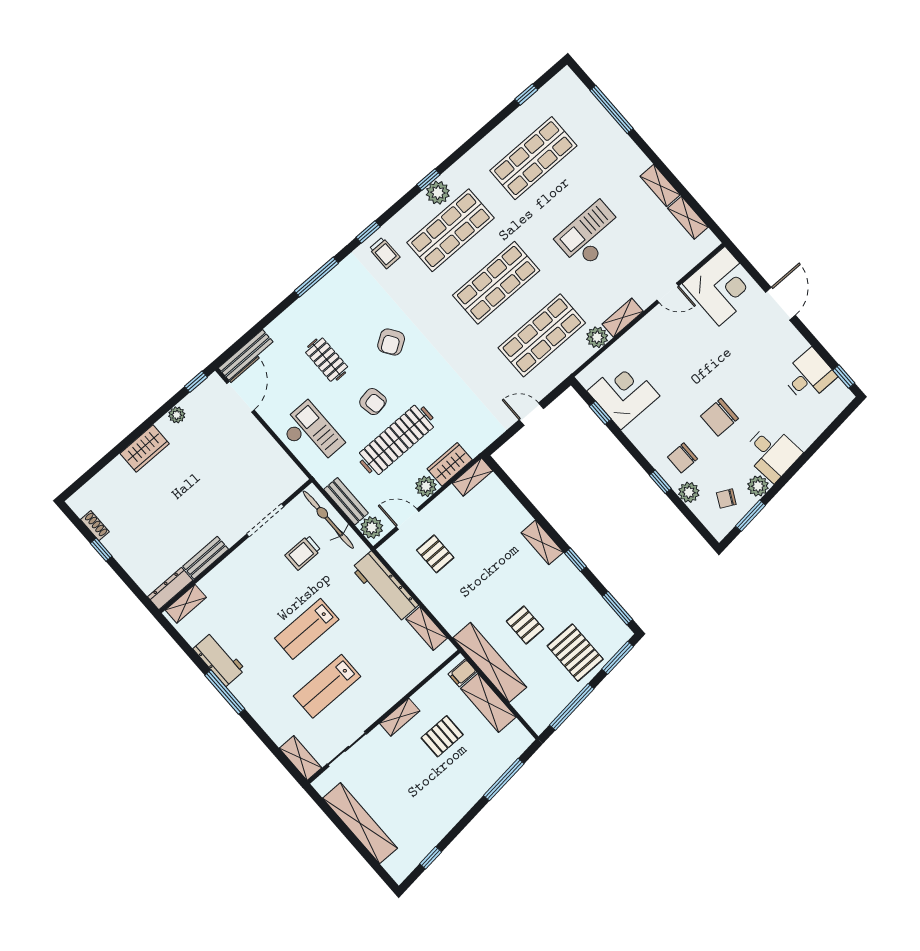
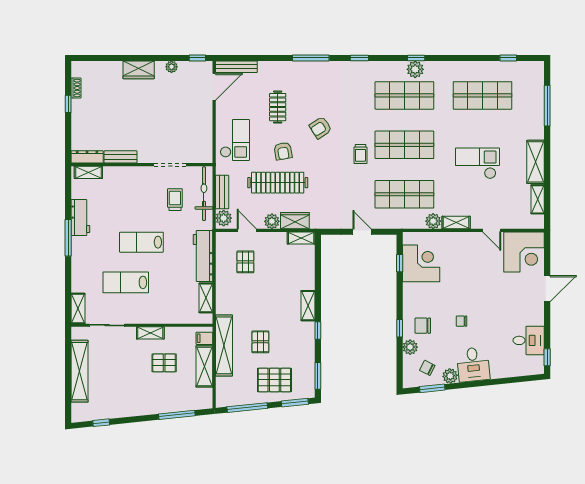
shelving: (660, 185) -> (536, 162), width x1.50, depth x1.33
trolley: (385, 253) -> (360, 154), moved
chair: (720, 417) -> (462, 321), width x0.54, depth x0.54
trolley: (303, 553) -> (175, 200), turned 90
pallet: (575, 653) -> (274, 380), turned 90

